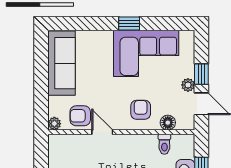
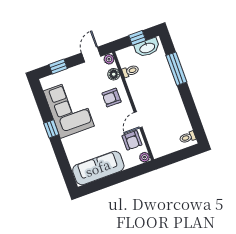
window: (201, 74) -> (58, 67), moved
plant: (188, 85) -> (109, 59), moved

